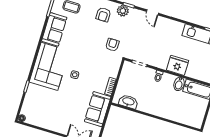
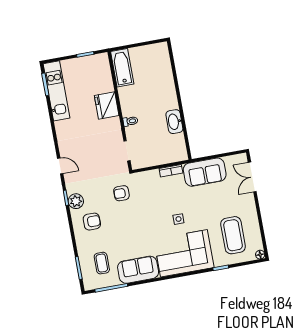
door: (153, 12) -> (60, 166), hinge flipped
bidet: (179, 84) -> (127, 93), removed
washbasin: (128, 102) -> (174, 122), moved
coffee table: (45, 106) -> (233, 235), added

